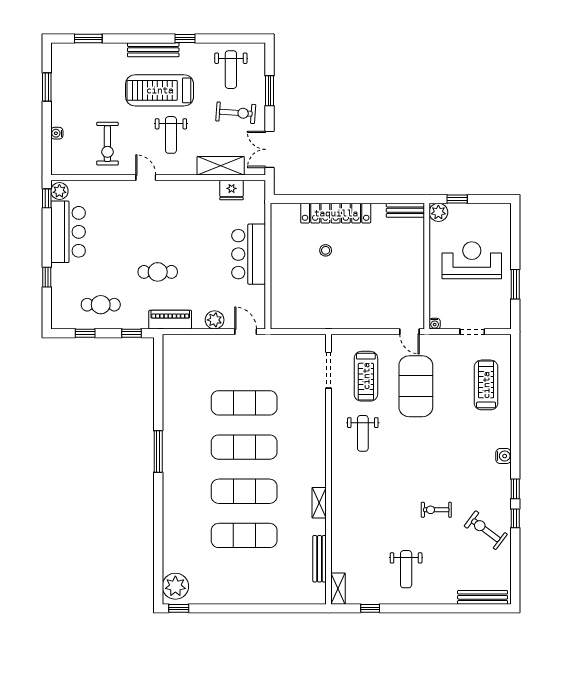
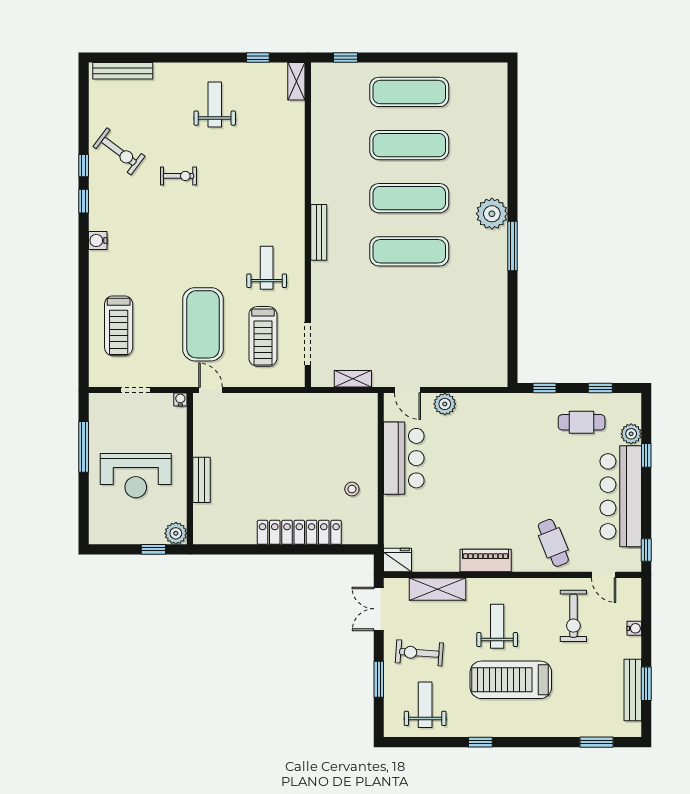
bench: (153, 50) -> (633, 690), moved, turned 90
treadmill: (160, 90) -> (511, 680), turned 180
exercise bike: (107, 144) -> (573, 616), turned 180
double door: (270, 149) -> (379, 609), swing flipped
door: (146, 178) -> (604, 575), moved
fridge: (232, 190) -> (398, 560), moved
plant: (59, 191) -> (631, 434), moved
bench: (405, 210) -> (202, 480), moved, turned 90
bar counter: (68, 232) -> (621, 496), width x1.36
stool: (326, 250) -> (352, 489), moved
bar counter: (249, 254) -> (404, 458), moved
cafe table: (158, 272) -> (553, 543), moved, turned 68
window: (515, 284) -> (84, 447), width x1.44
piano: (170, 320) -> (486, 561), moved, turned 180
treadmill: (366, 376) -> (263, 336), turned 180
exercise mat: (244, 403) -> (409, 92), moved
shelving: (319, 503) -> (353, 379), moved, turned 90
bench: (320, 559) -> (319, 232), moved
plant: (175, 586) -> (492, 214), moved
window: (179, 608) -> (345, 57), moved

